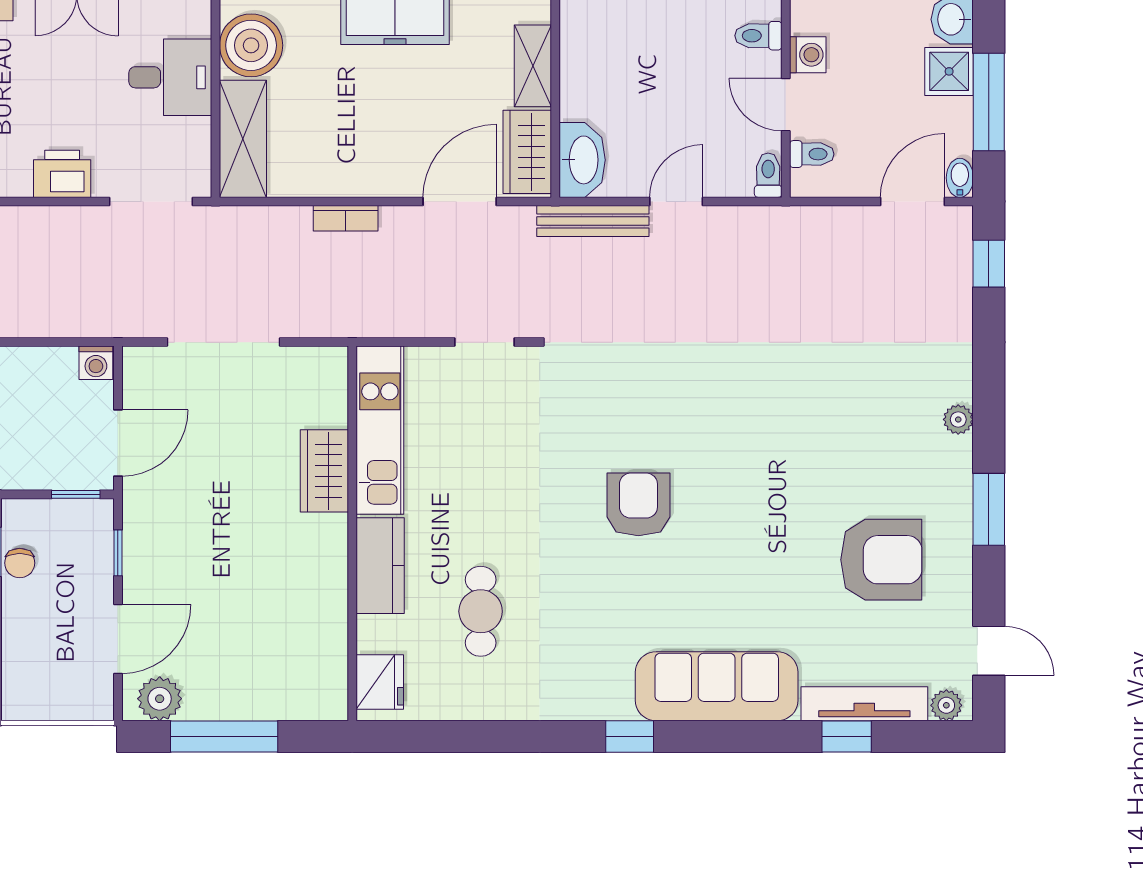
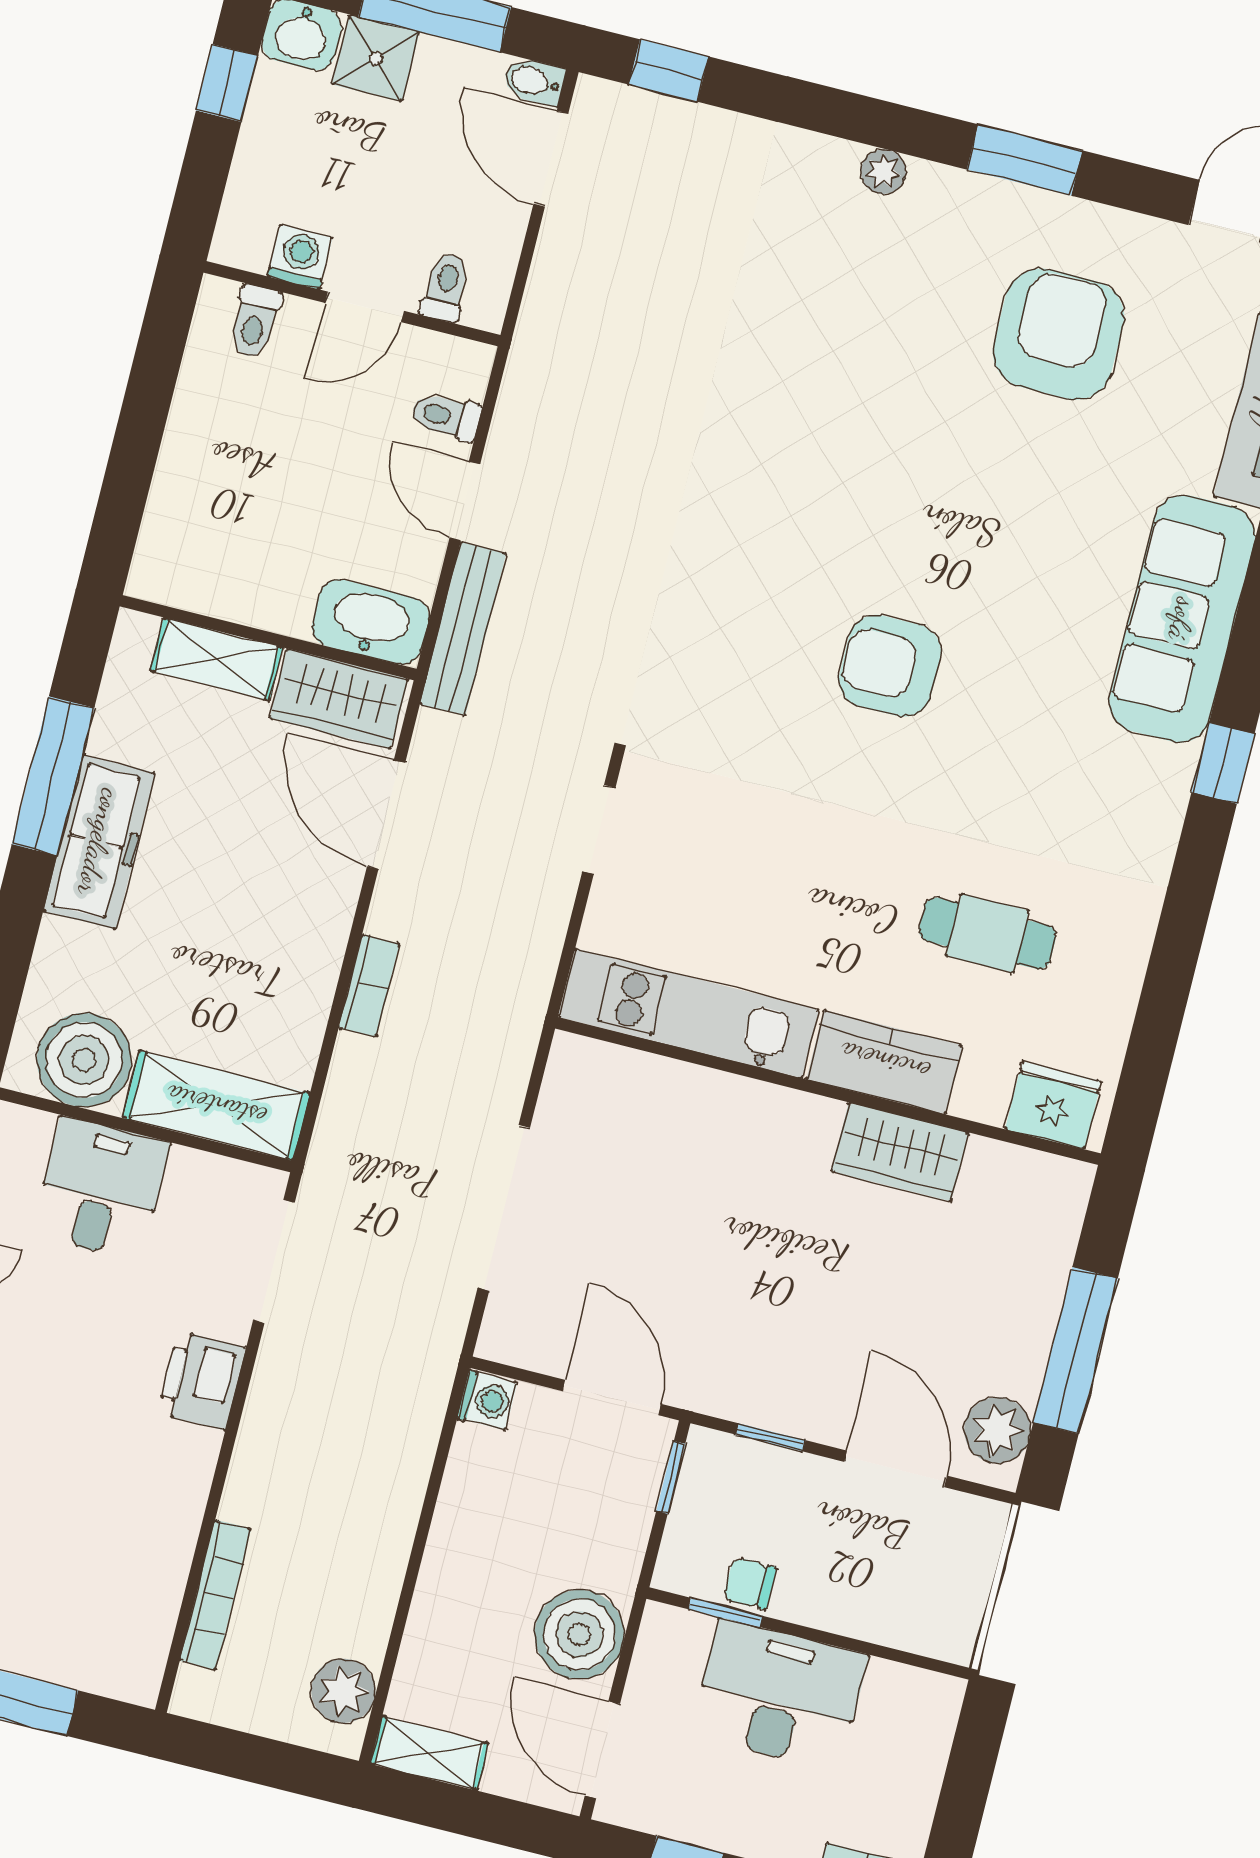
toilet: (768, 175) -> (446, 416), moved
wardrobe: (324, 471) -> (900, 1152), moved
chair: (20, 563) -> (750, 1583), turned 180

